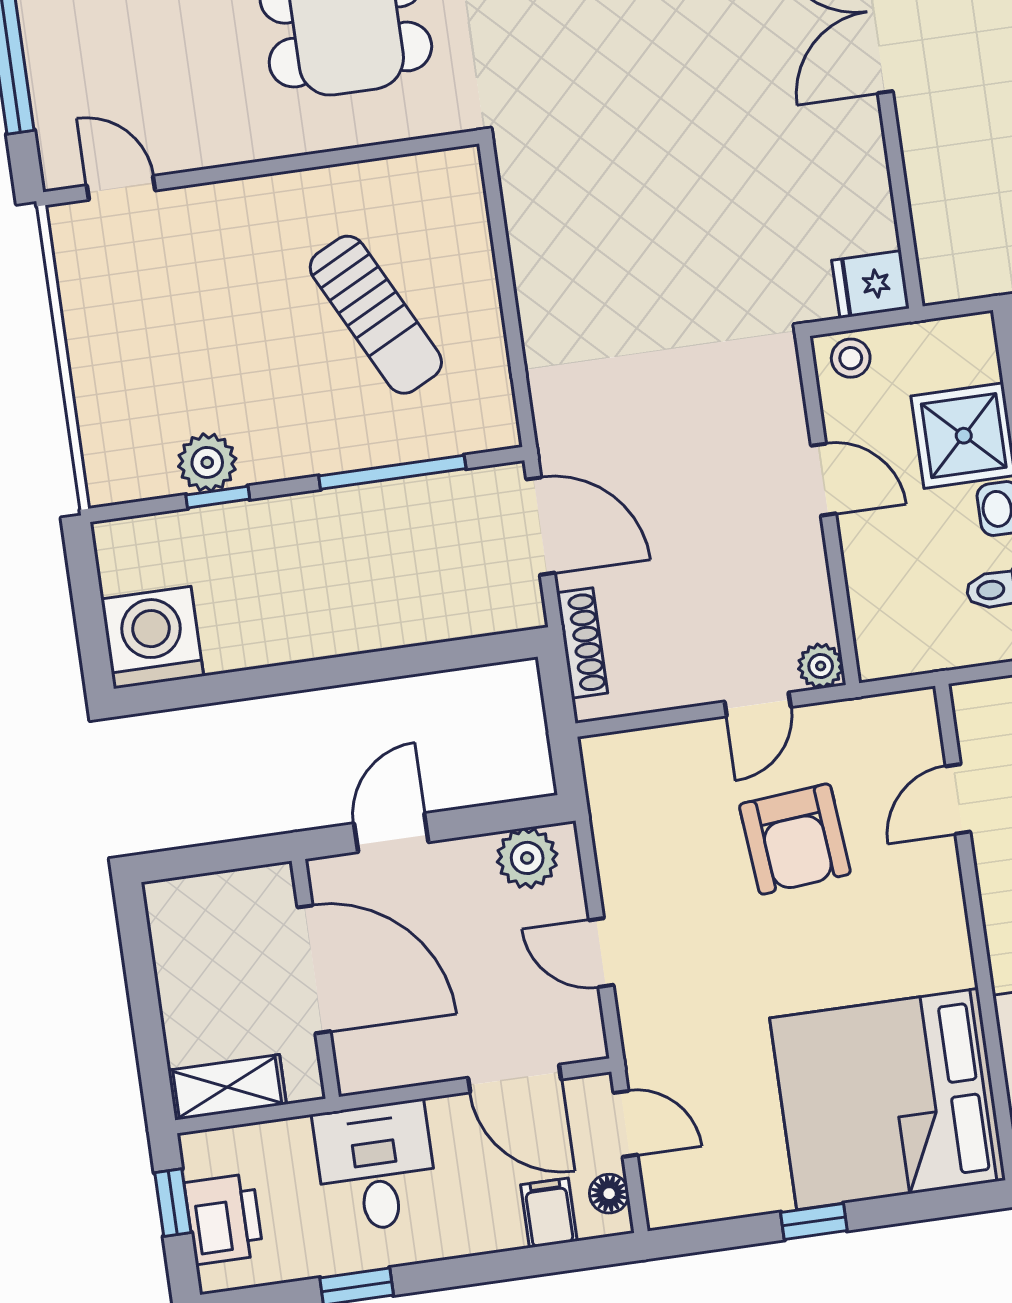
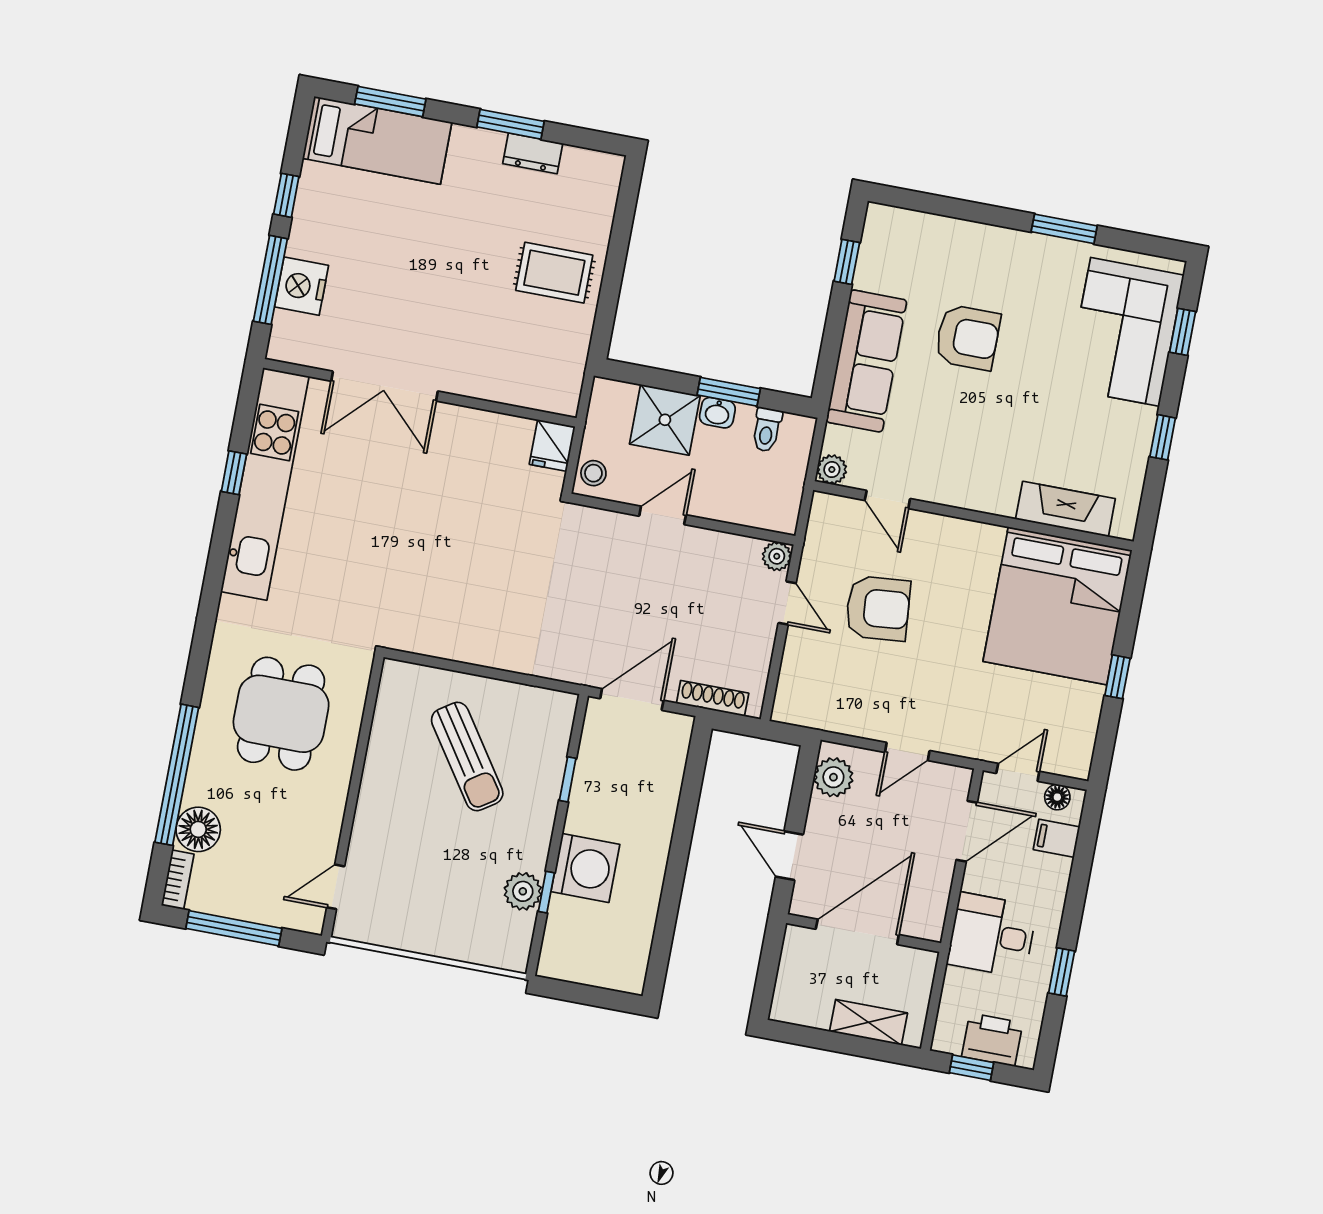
sun lounger: (376, 315) -> (467, 756), turned 83
window: (392, 472) -> (568, 779), width x0.46
washing machine: (152, 638) -> (585, 868), moved, turned 180
plant: (974, 703) -> (832, 470), added
shelving: (227, 1087) -> (869, 1022), moved, turned 90

